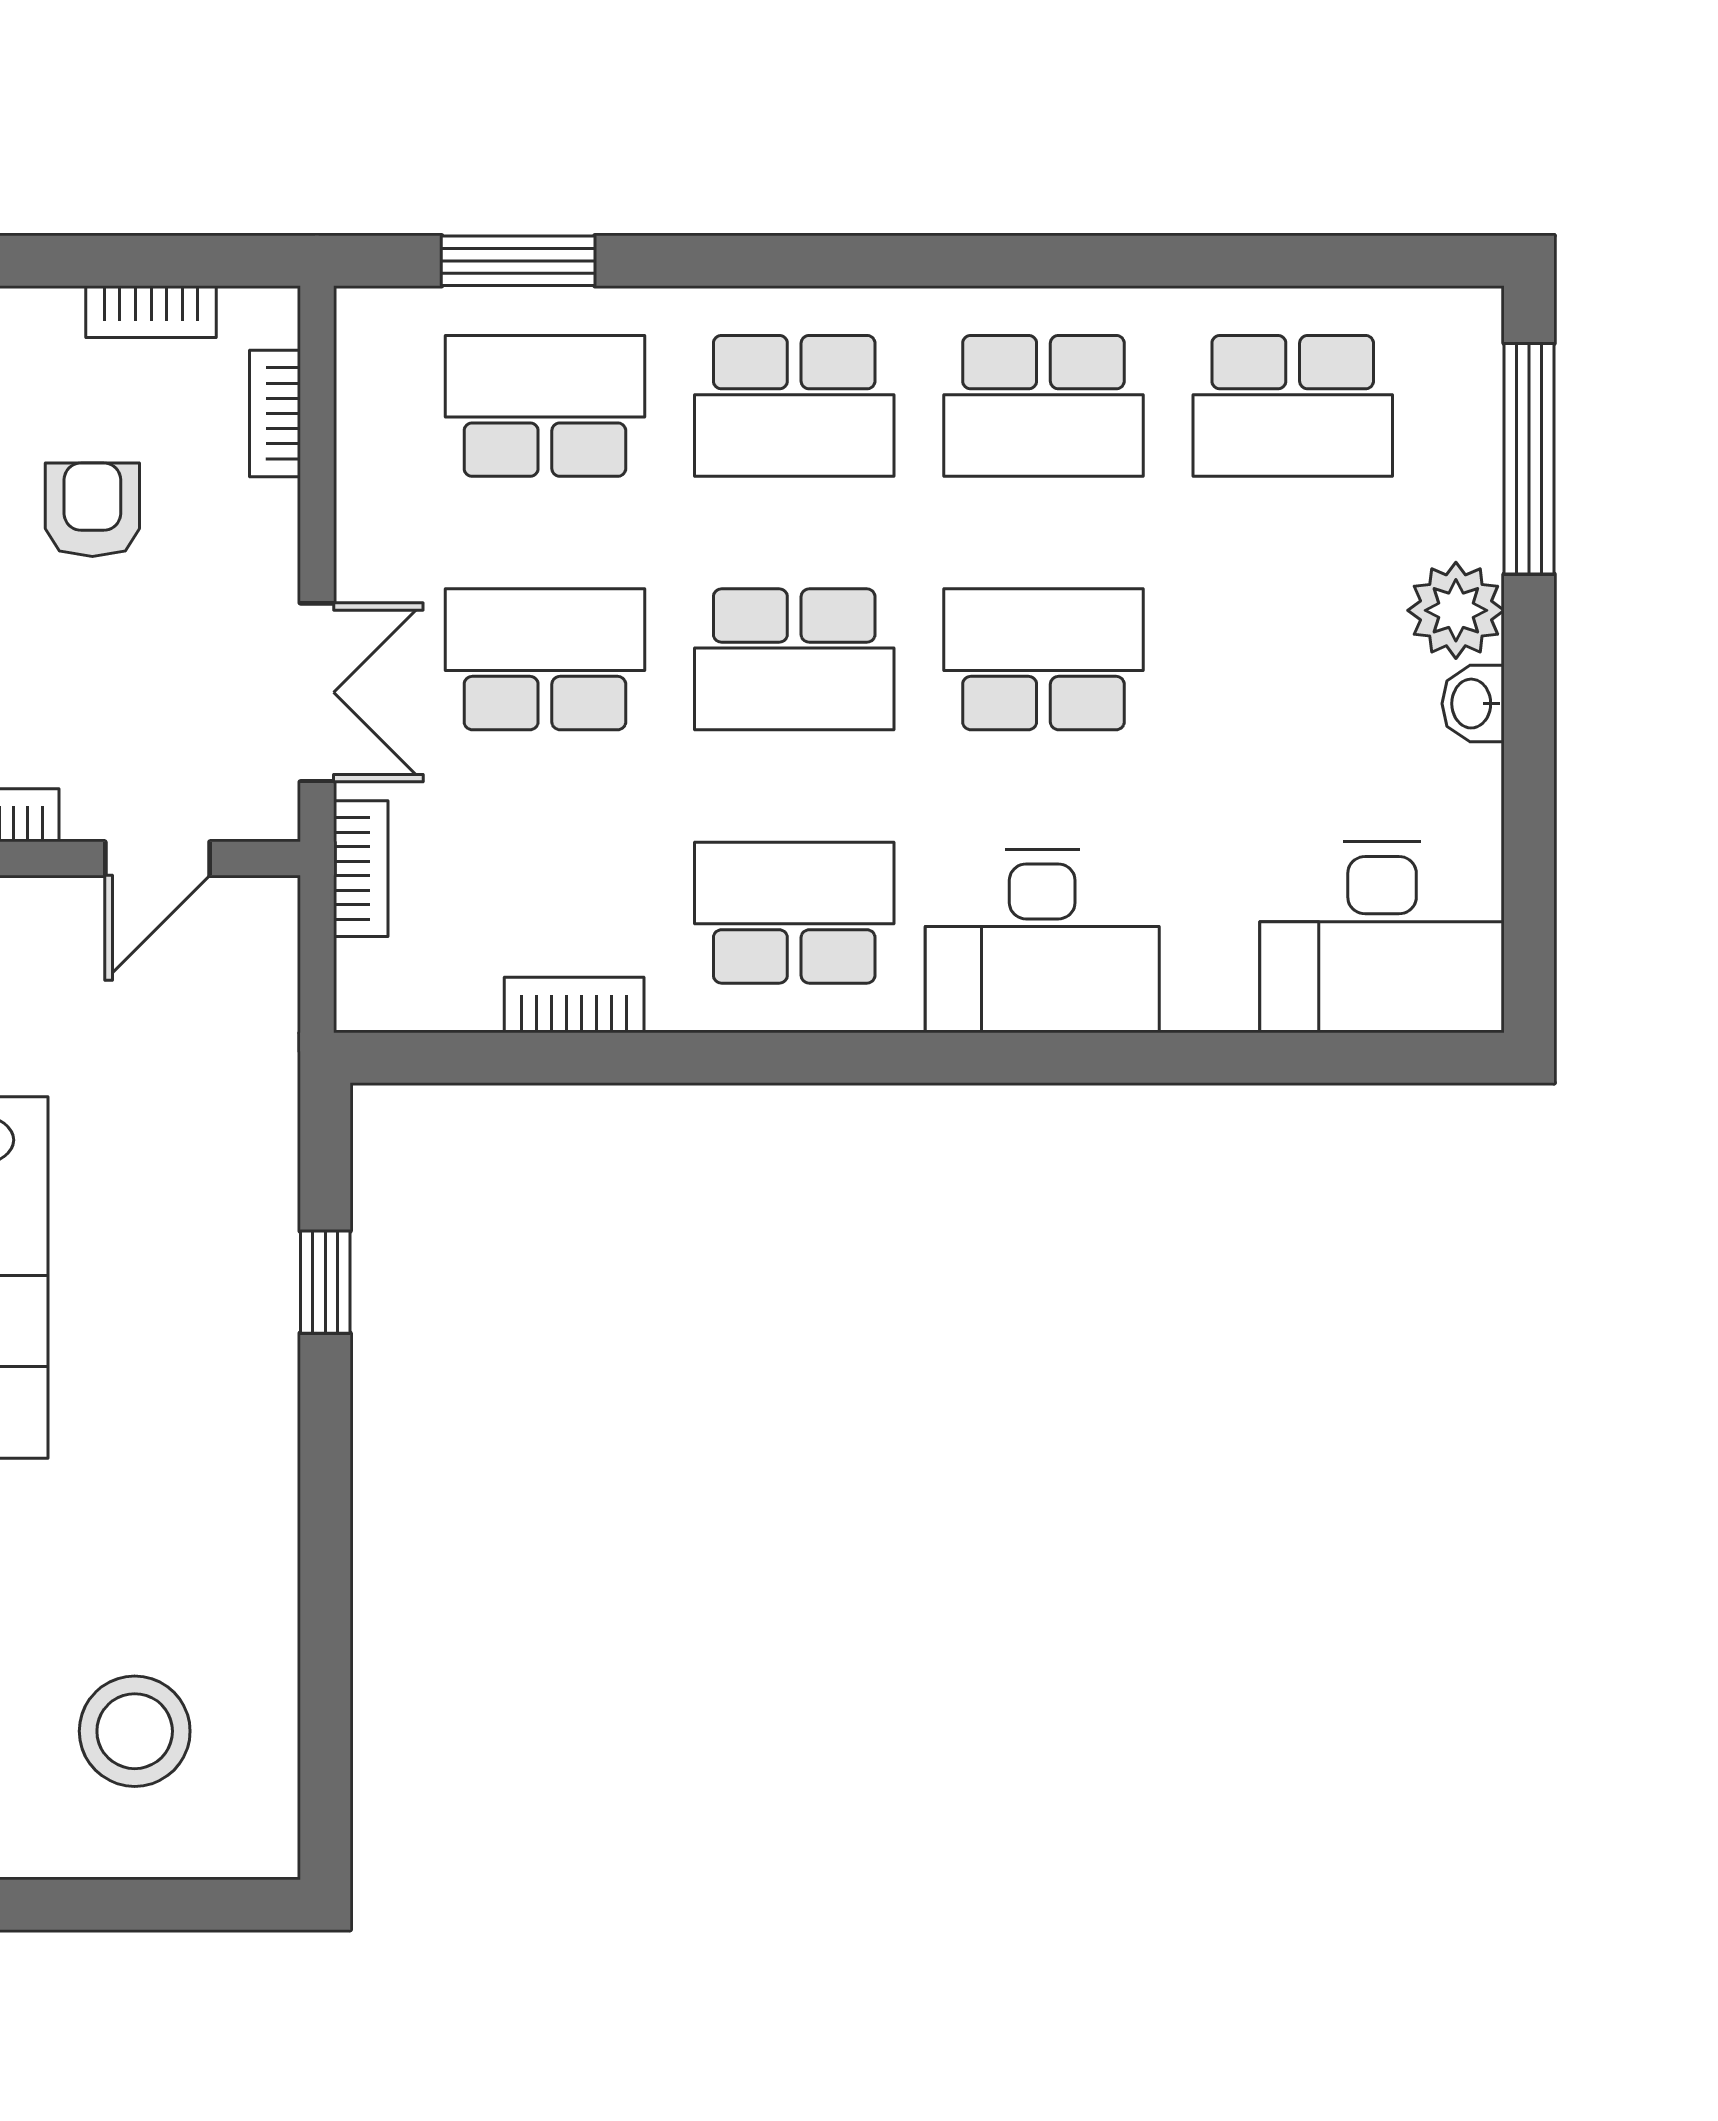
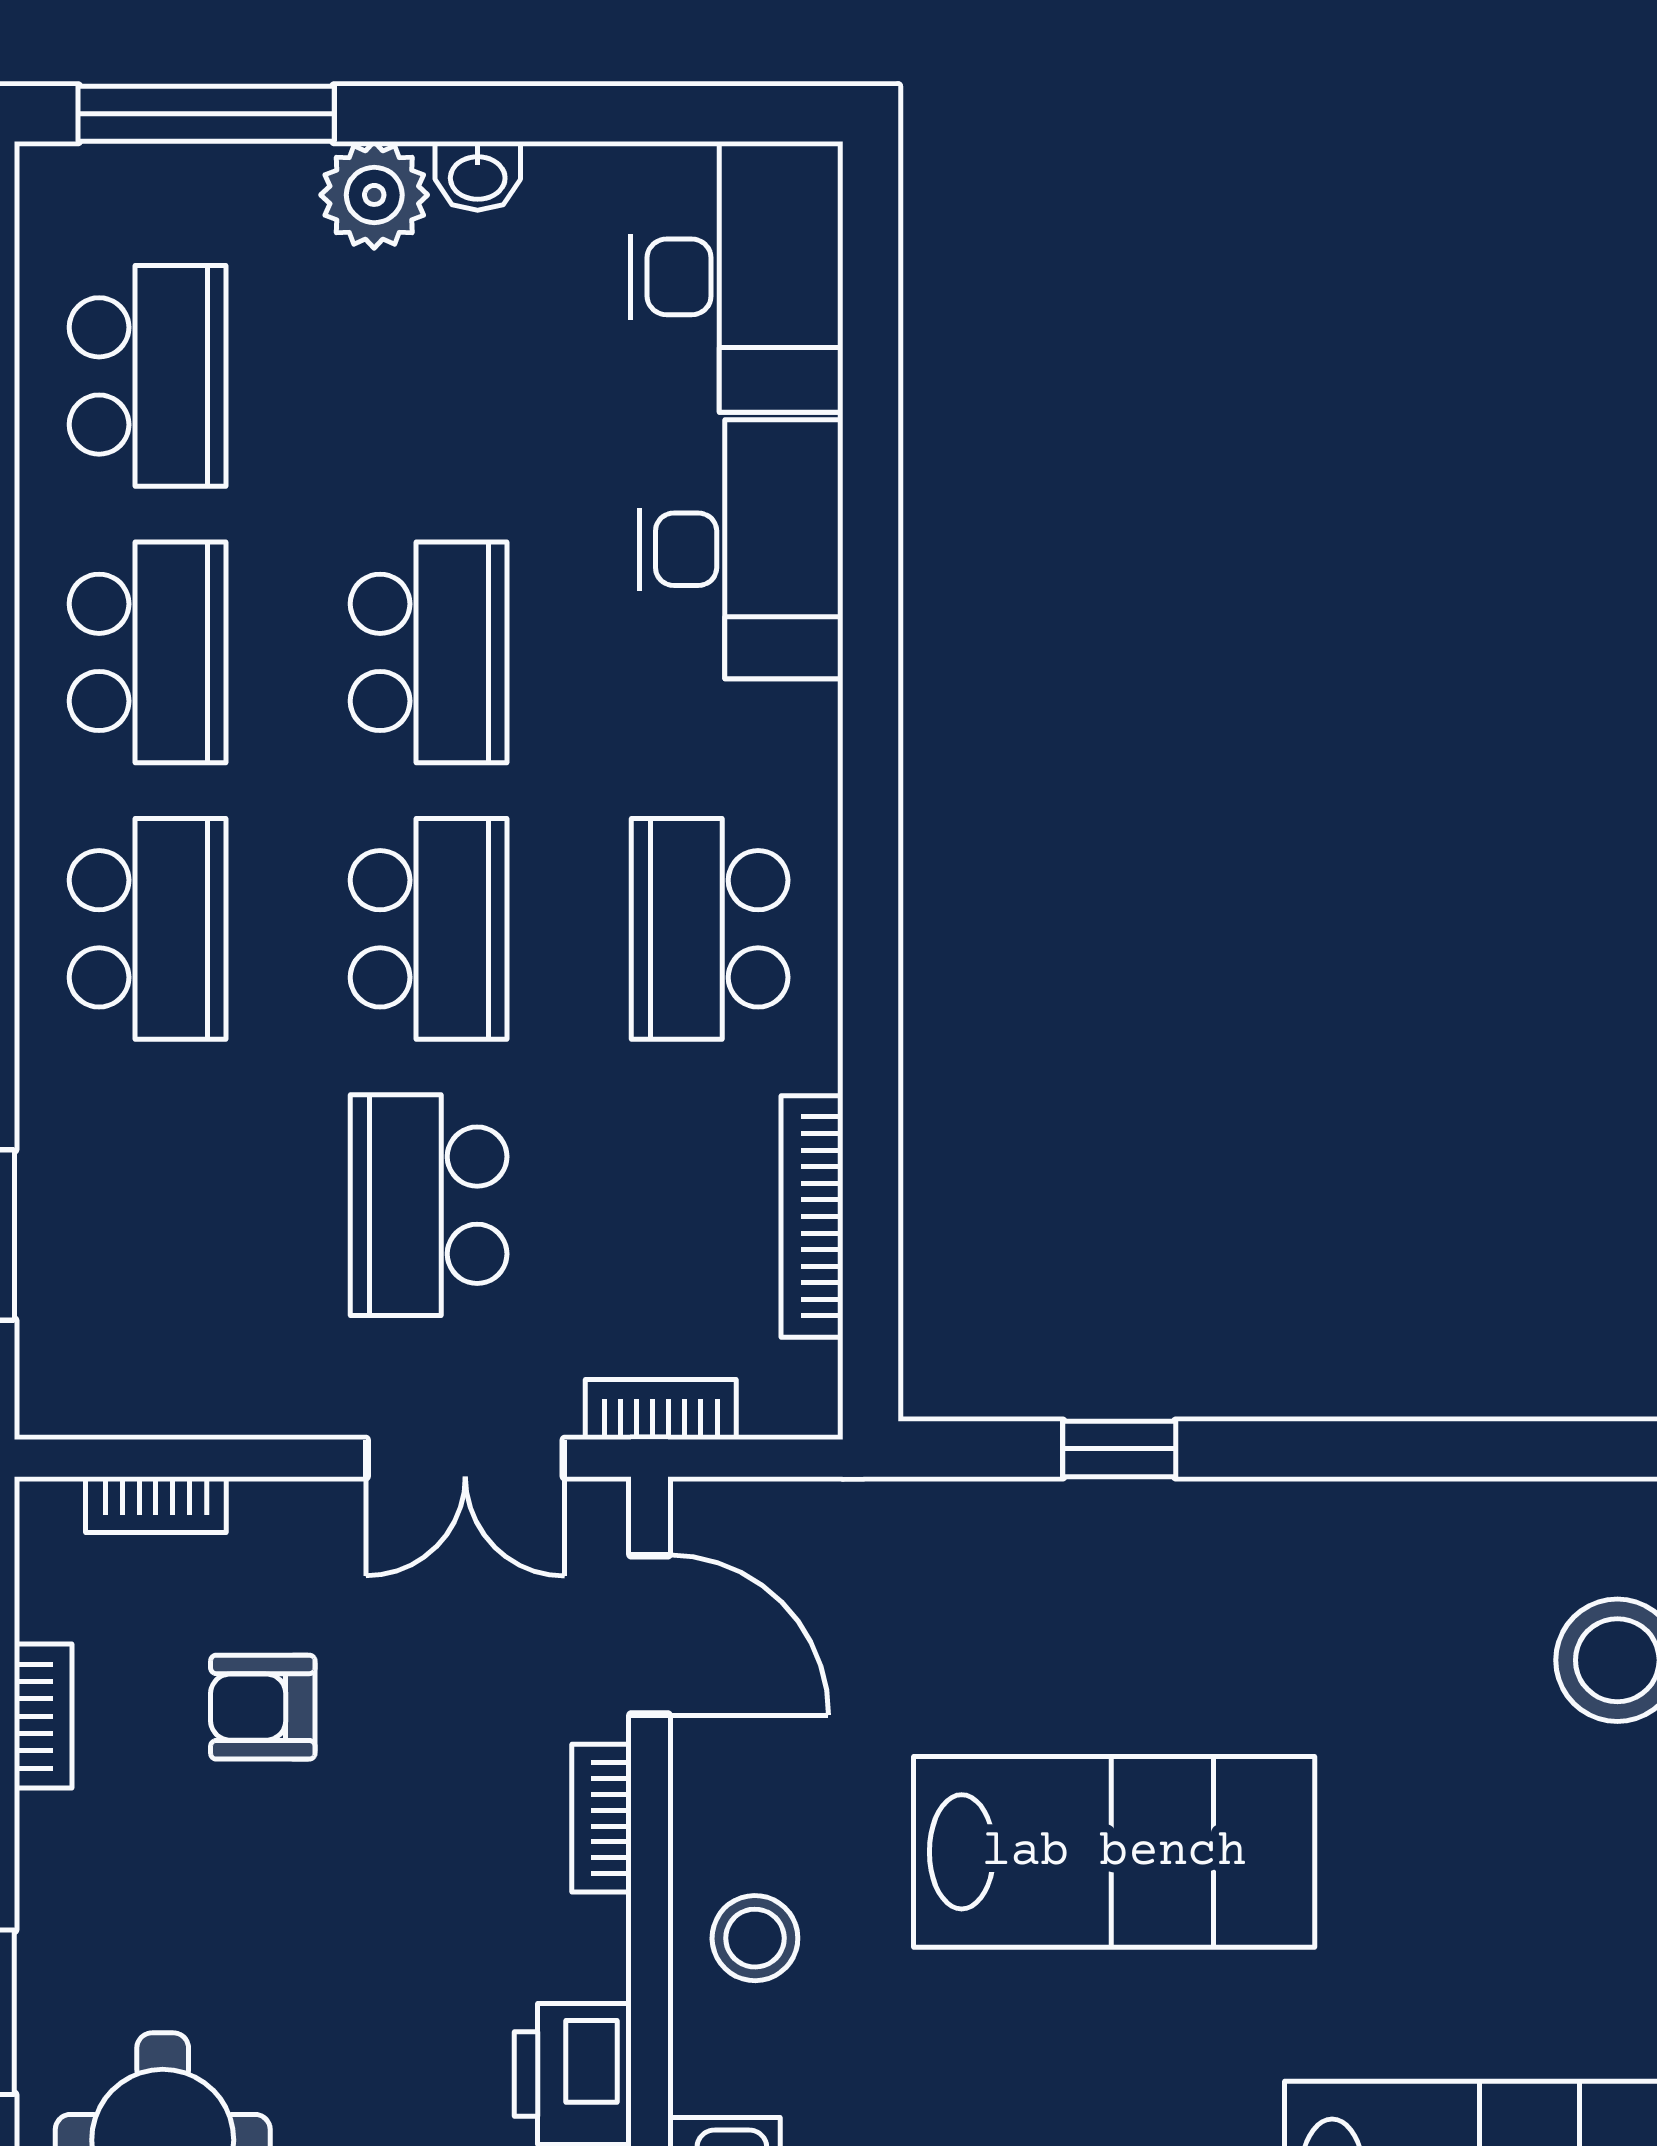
bookcase: (151, 312) -> (43, 1716), moved
school desk: (545, 406) -> (148, 1205), removed
school desk: (1043, 659) -> (429, 652), turned 180
double door: (317, 692) -> (465, 1458), swing flipped
door: (157, 859) -> (650, 1635), width x1.38
desk: (1042, 941) -> (741, 549), moved
bookcase: (574, 1005) -> (812, 1216), width x1.56

